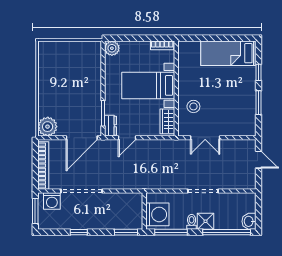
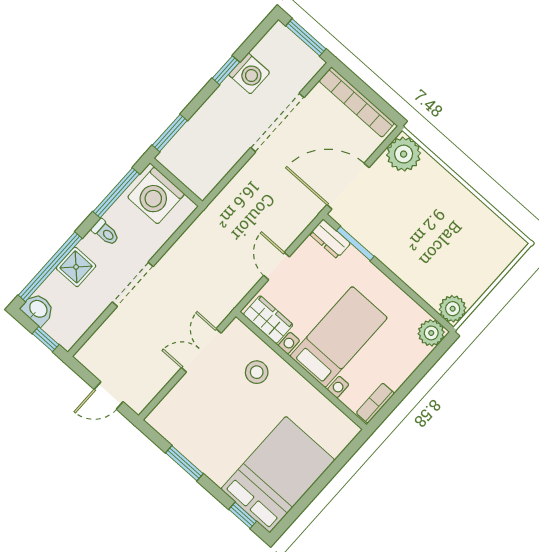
plant: (94, 48) -> (453, 309), added
bed: (228, 53) -> (278, 475), width x1.50
window: (259, 72) -> (243, 515), moved
door: (82, 138) -> (348, 186), hinge flipped
door: (127, 138) -> (277, 266), moved
washing machine: (52, 201) -> (249, 74), moved, turned 180
window: (259, 207) -> (46, 339), added
shower: (205, 221) -> (76, 267), moved

